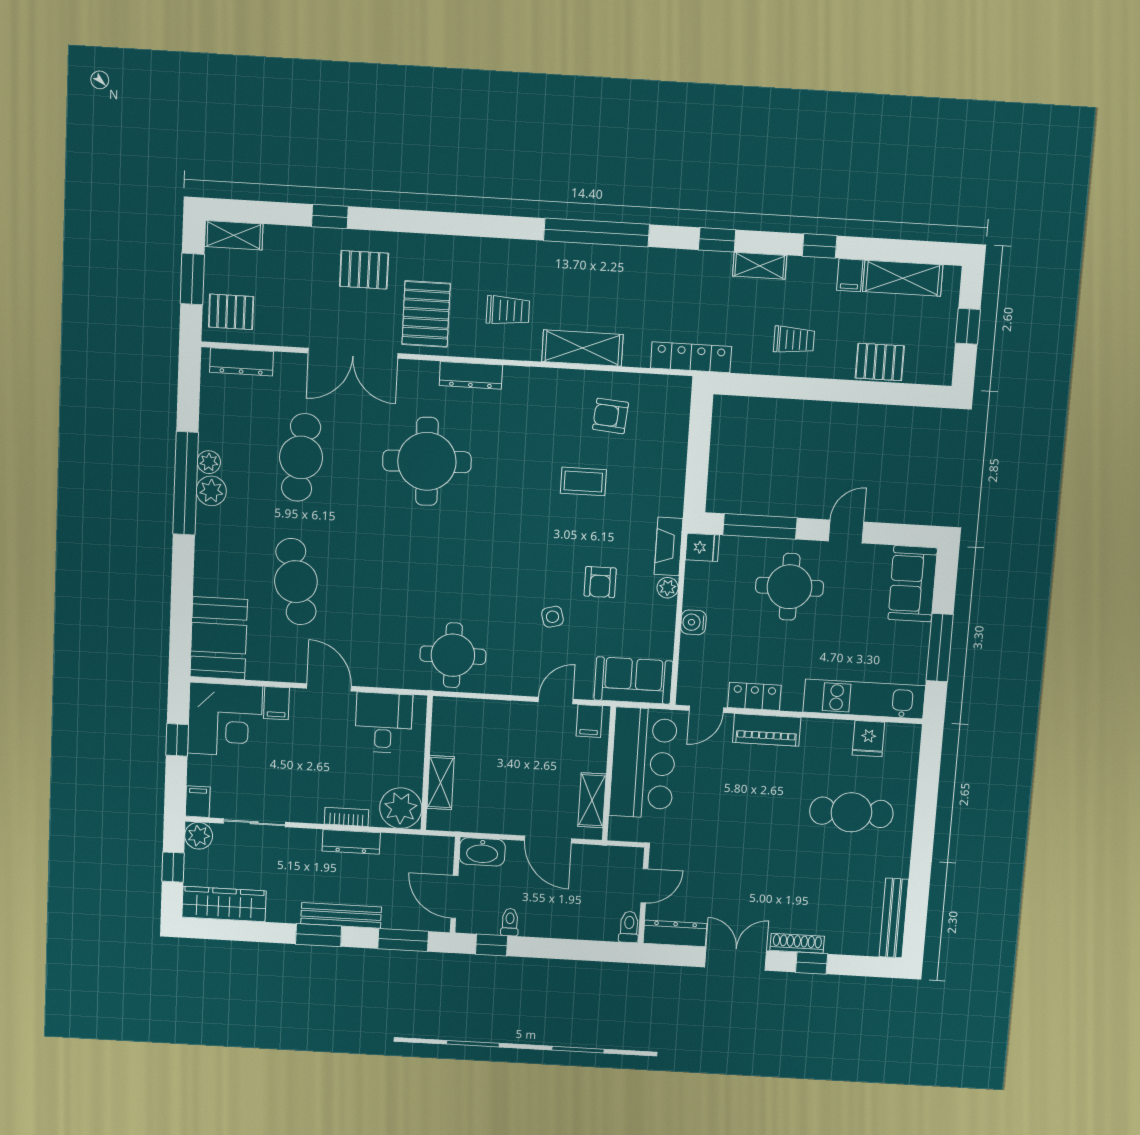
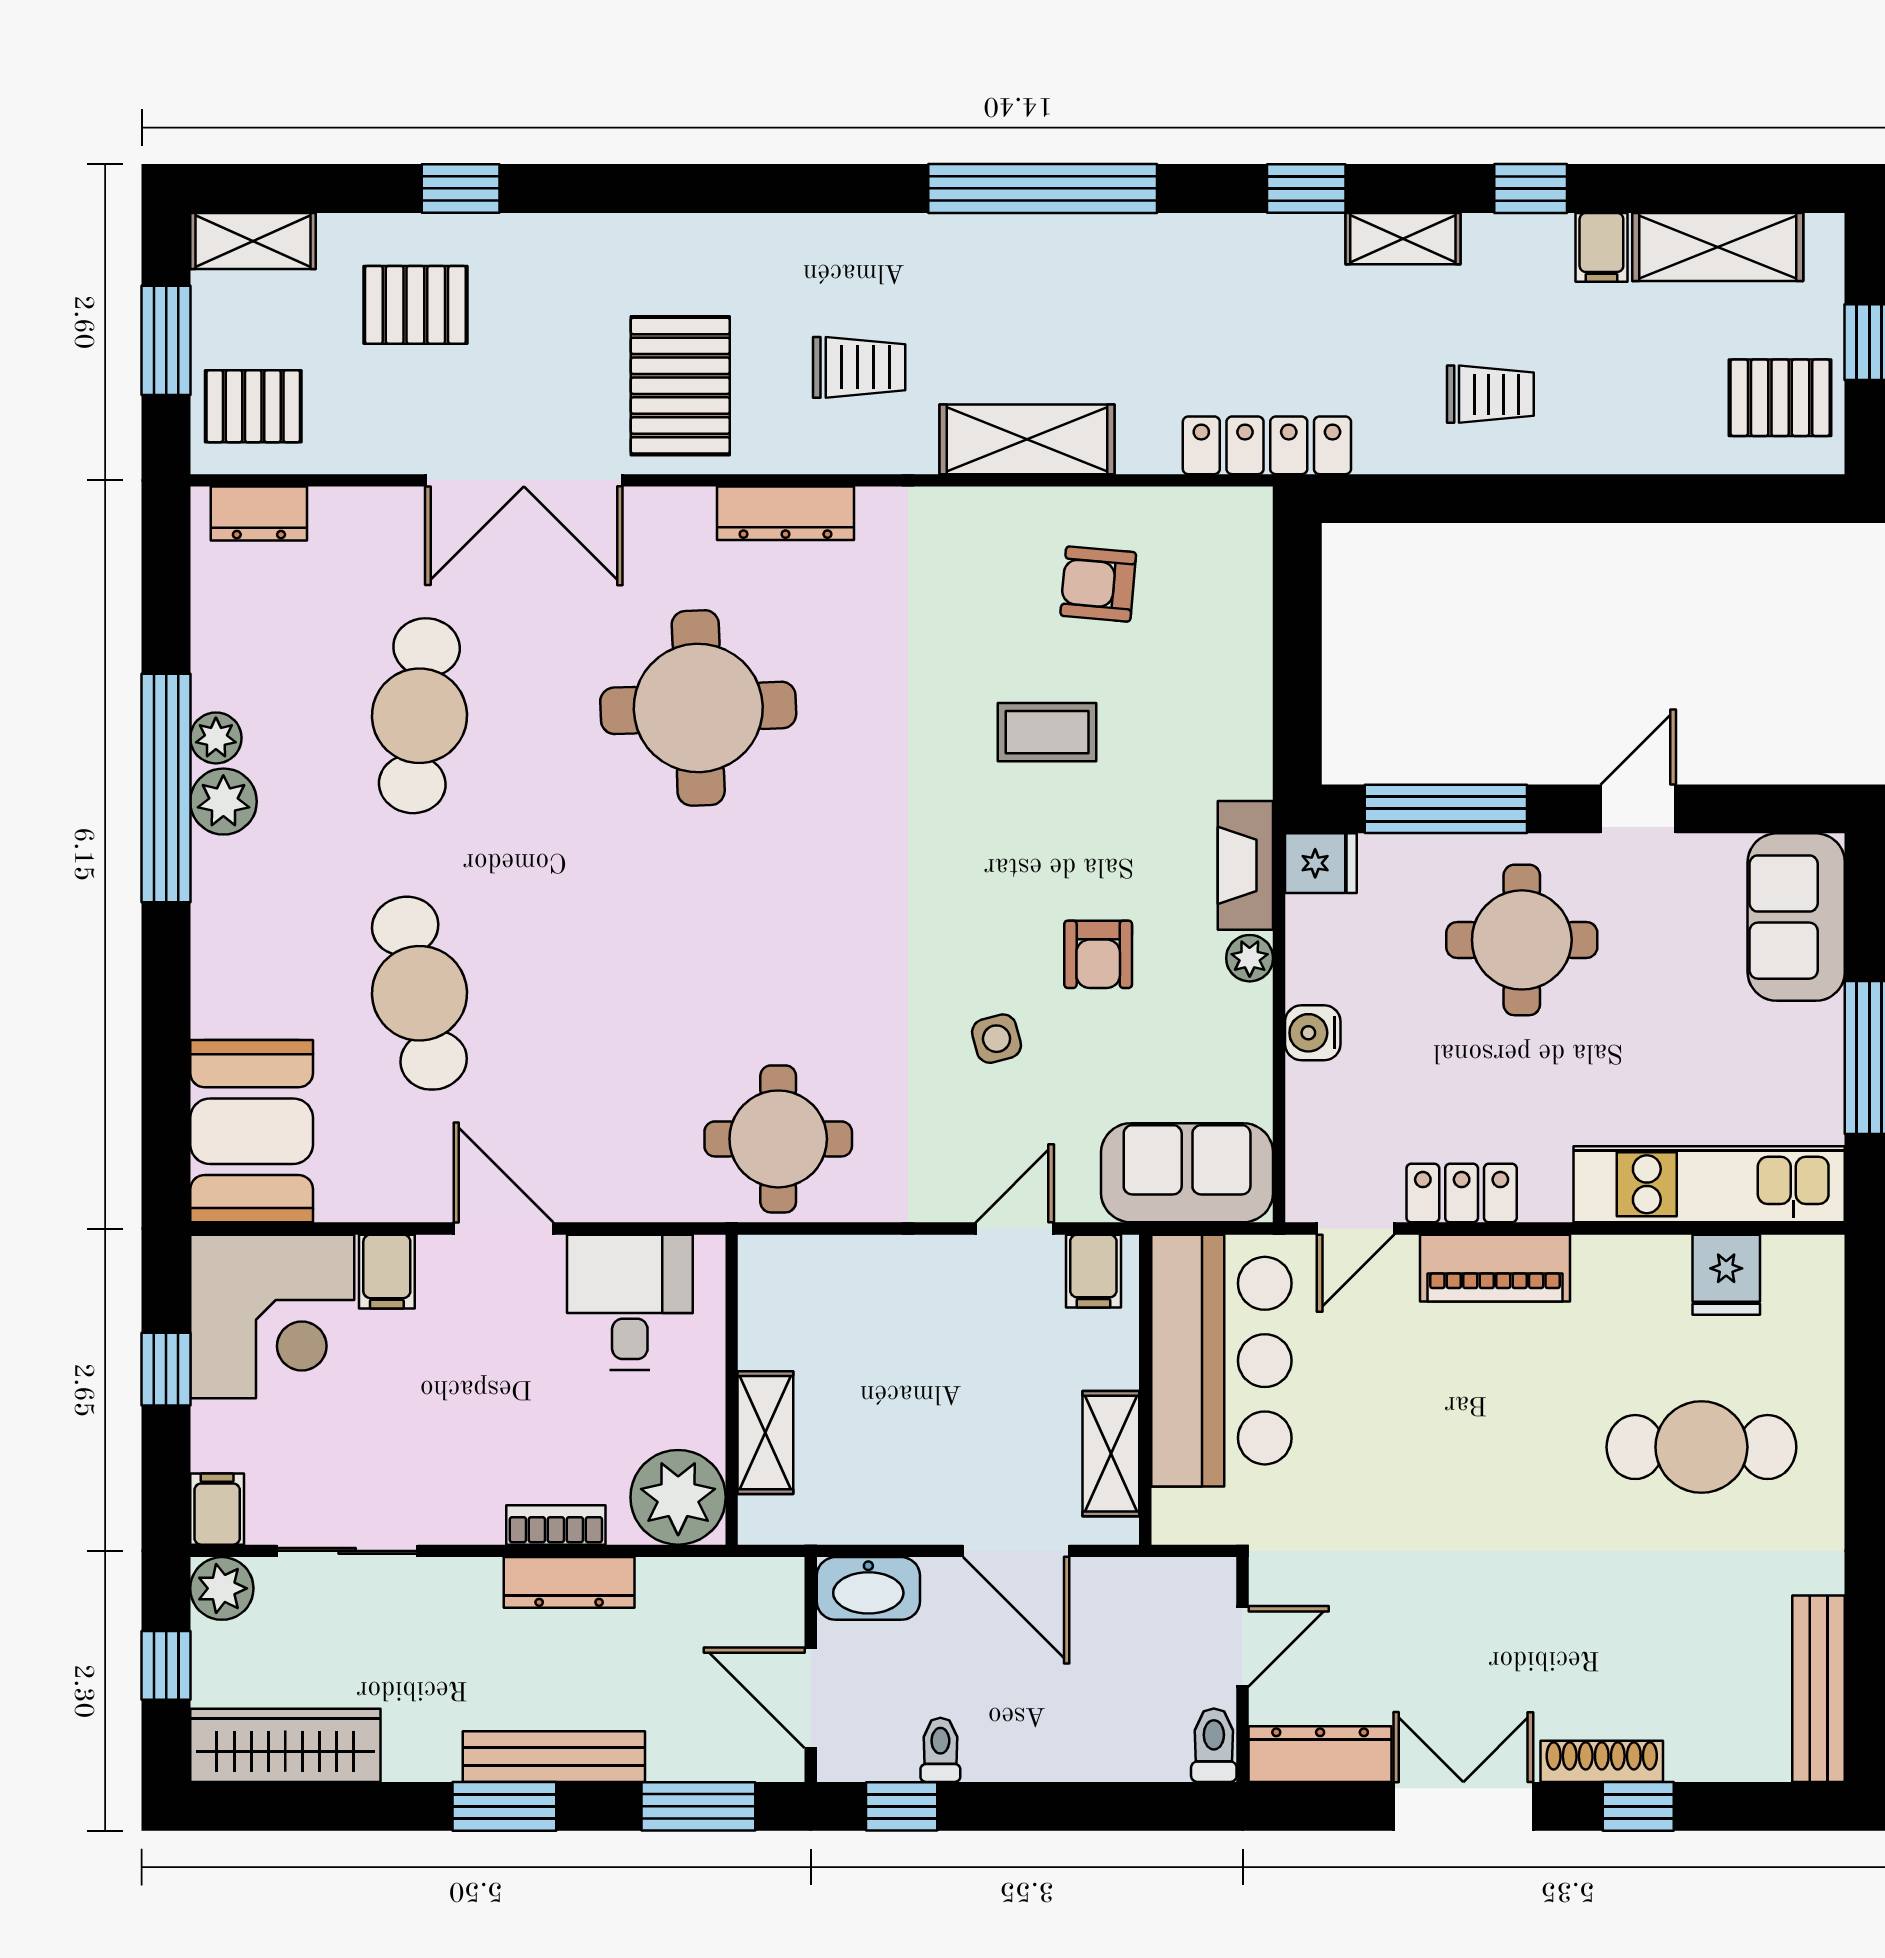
pallet: (364, 270) -> (415, 305), moved
dresser: (241, 362) -> (259, 513), width x0.70
pallet: (880, 362) -> (1780, 398), moved

